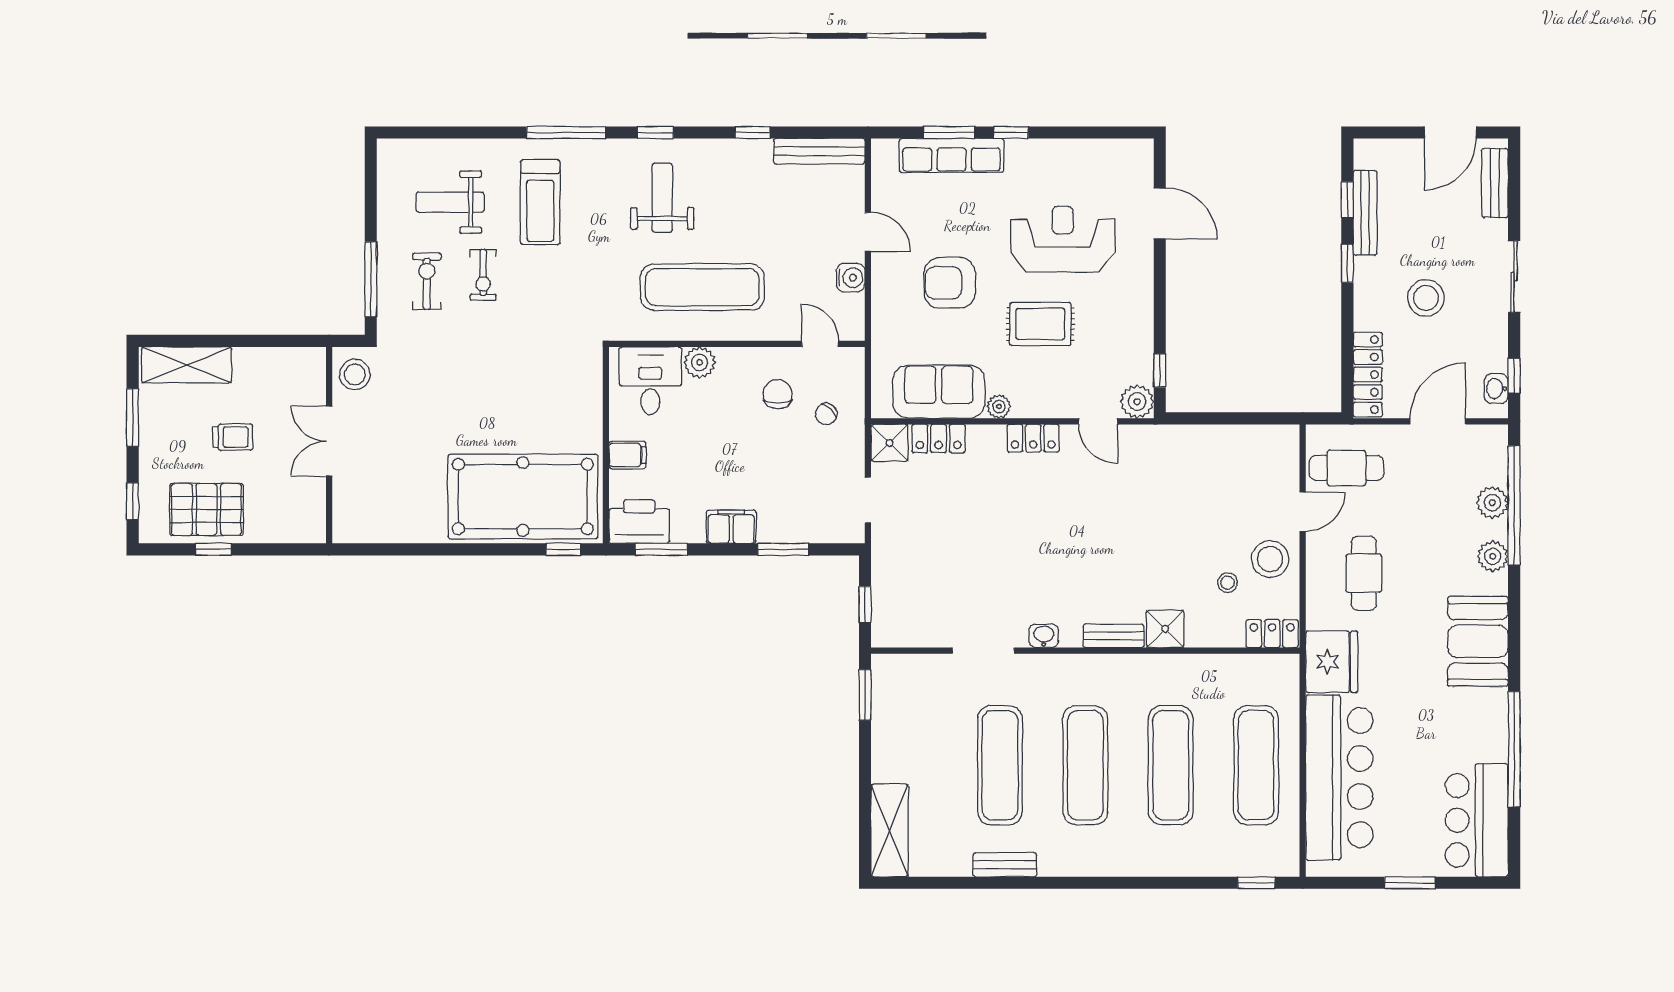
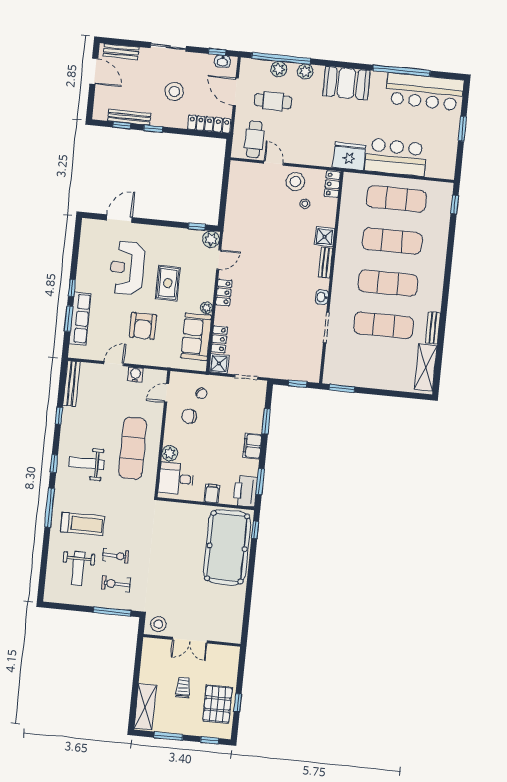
cafe table: (1364, 573) -> (273, 101), moved
bar counter: (1339, 778) -> (396, 157), width x0.73
bar counter: (1477, 820) -> (425, 92), width x1.36
shelving: (889, 830) -> (426, 367), moved, turned 90

